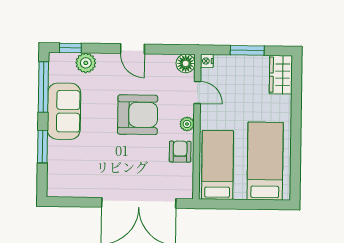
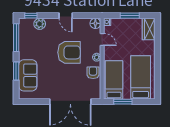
sofa: (64, 111) -> (28, 75), moved
window: (233, 204) -> (123, 102), added

